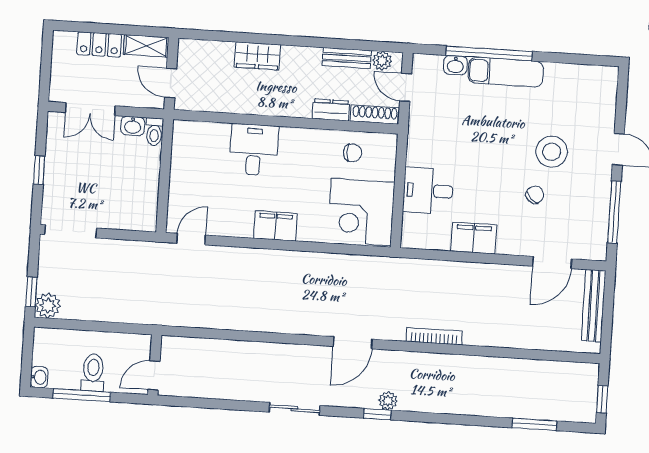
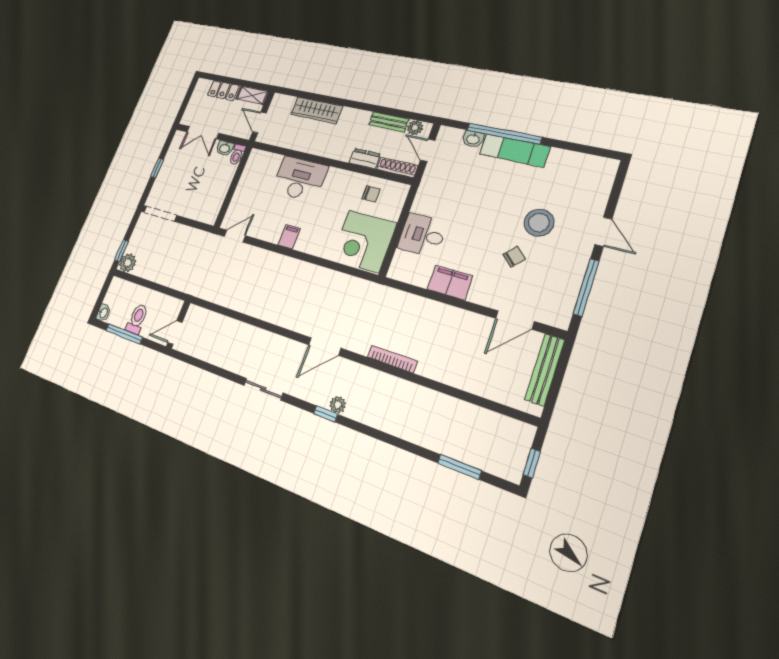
wardrobe: (257, 56) -> (317, 110), width x1.50
desk: (254, 150) -> (300, 179), width x1.37
filing cabinet: (276, 226) -> (289, 237), width x0.50

